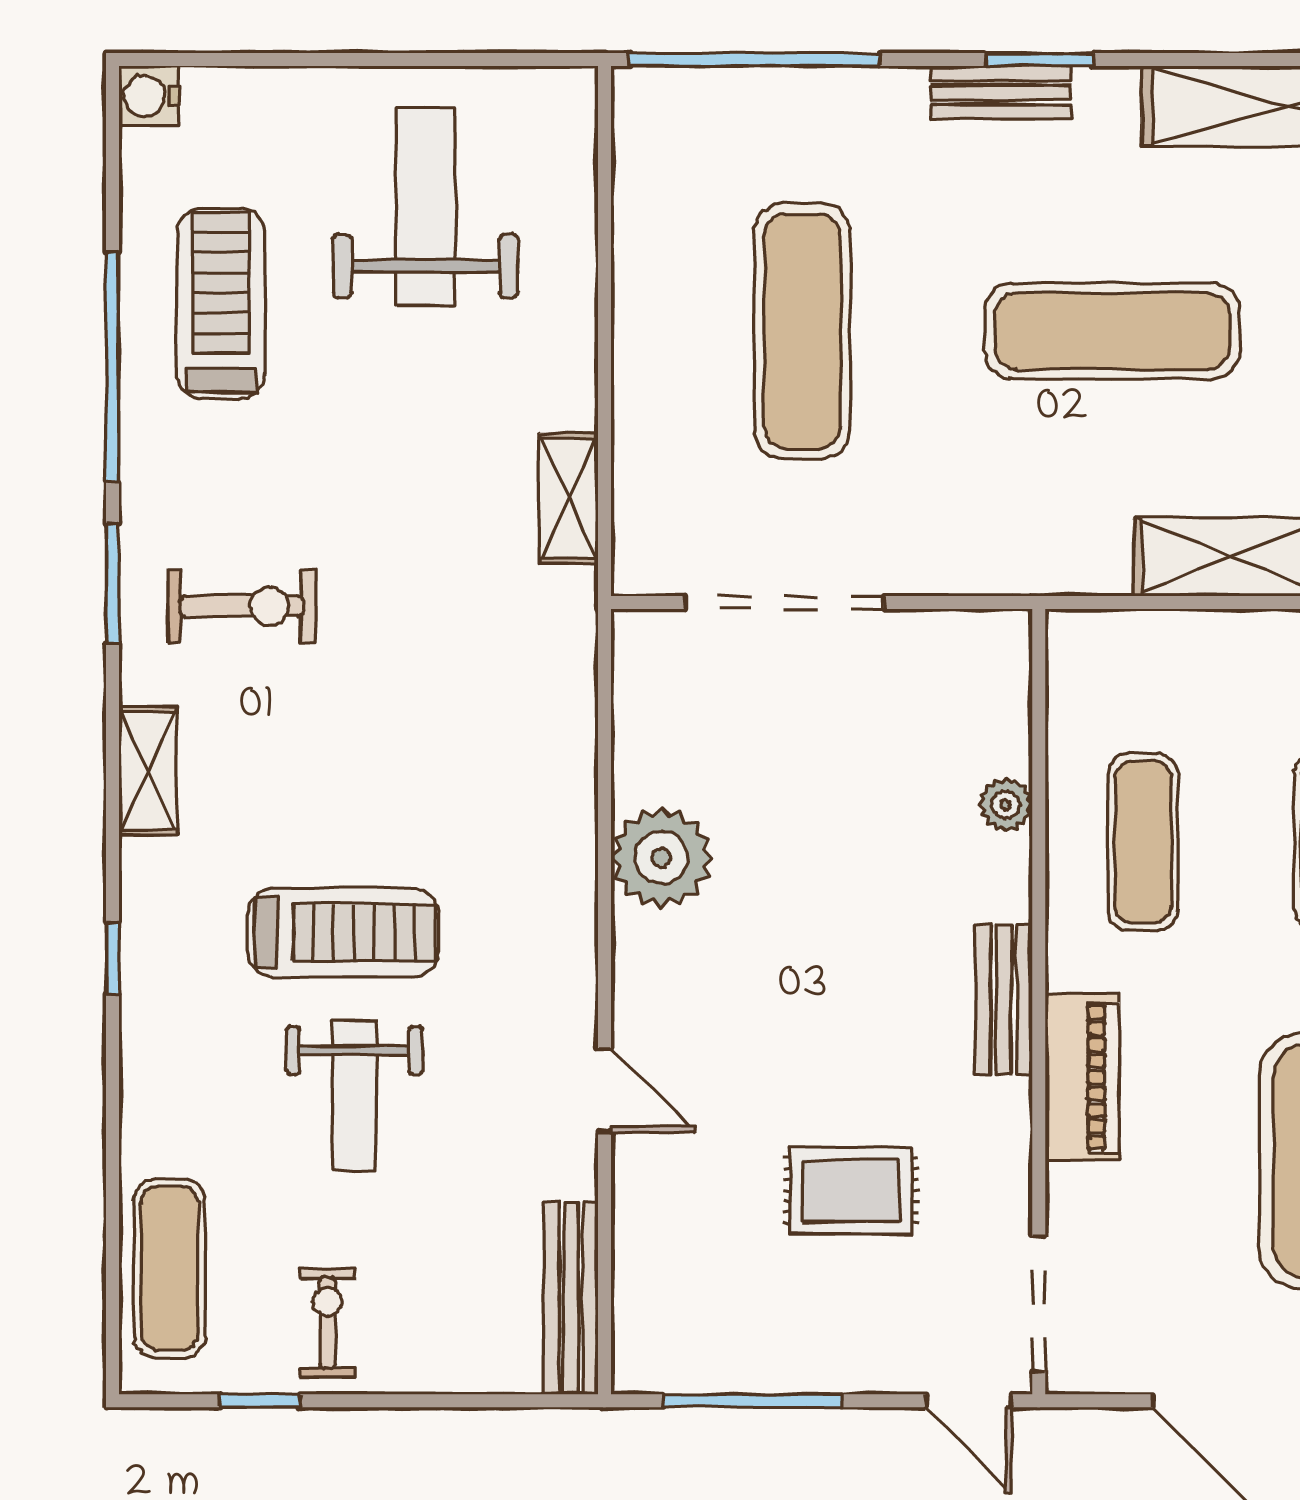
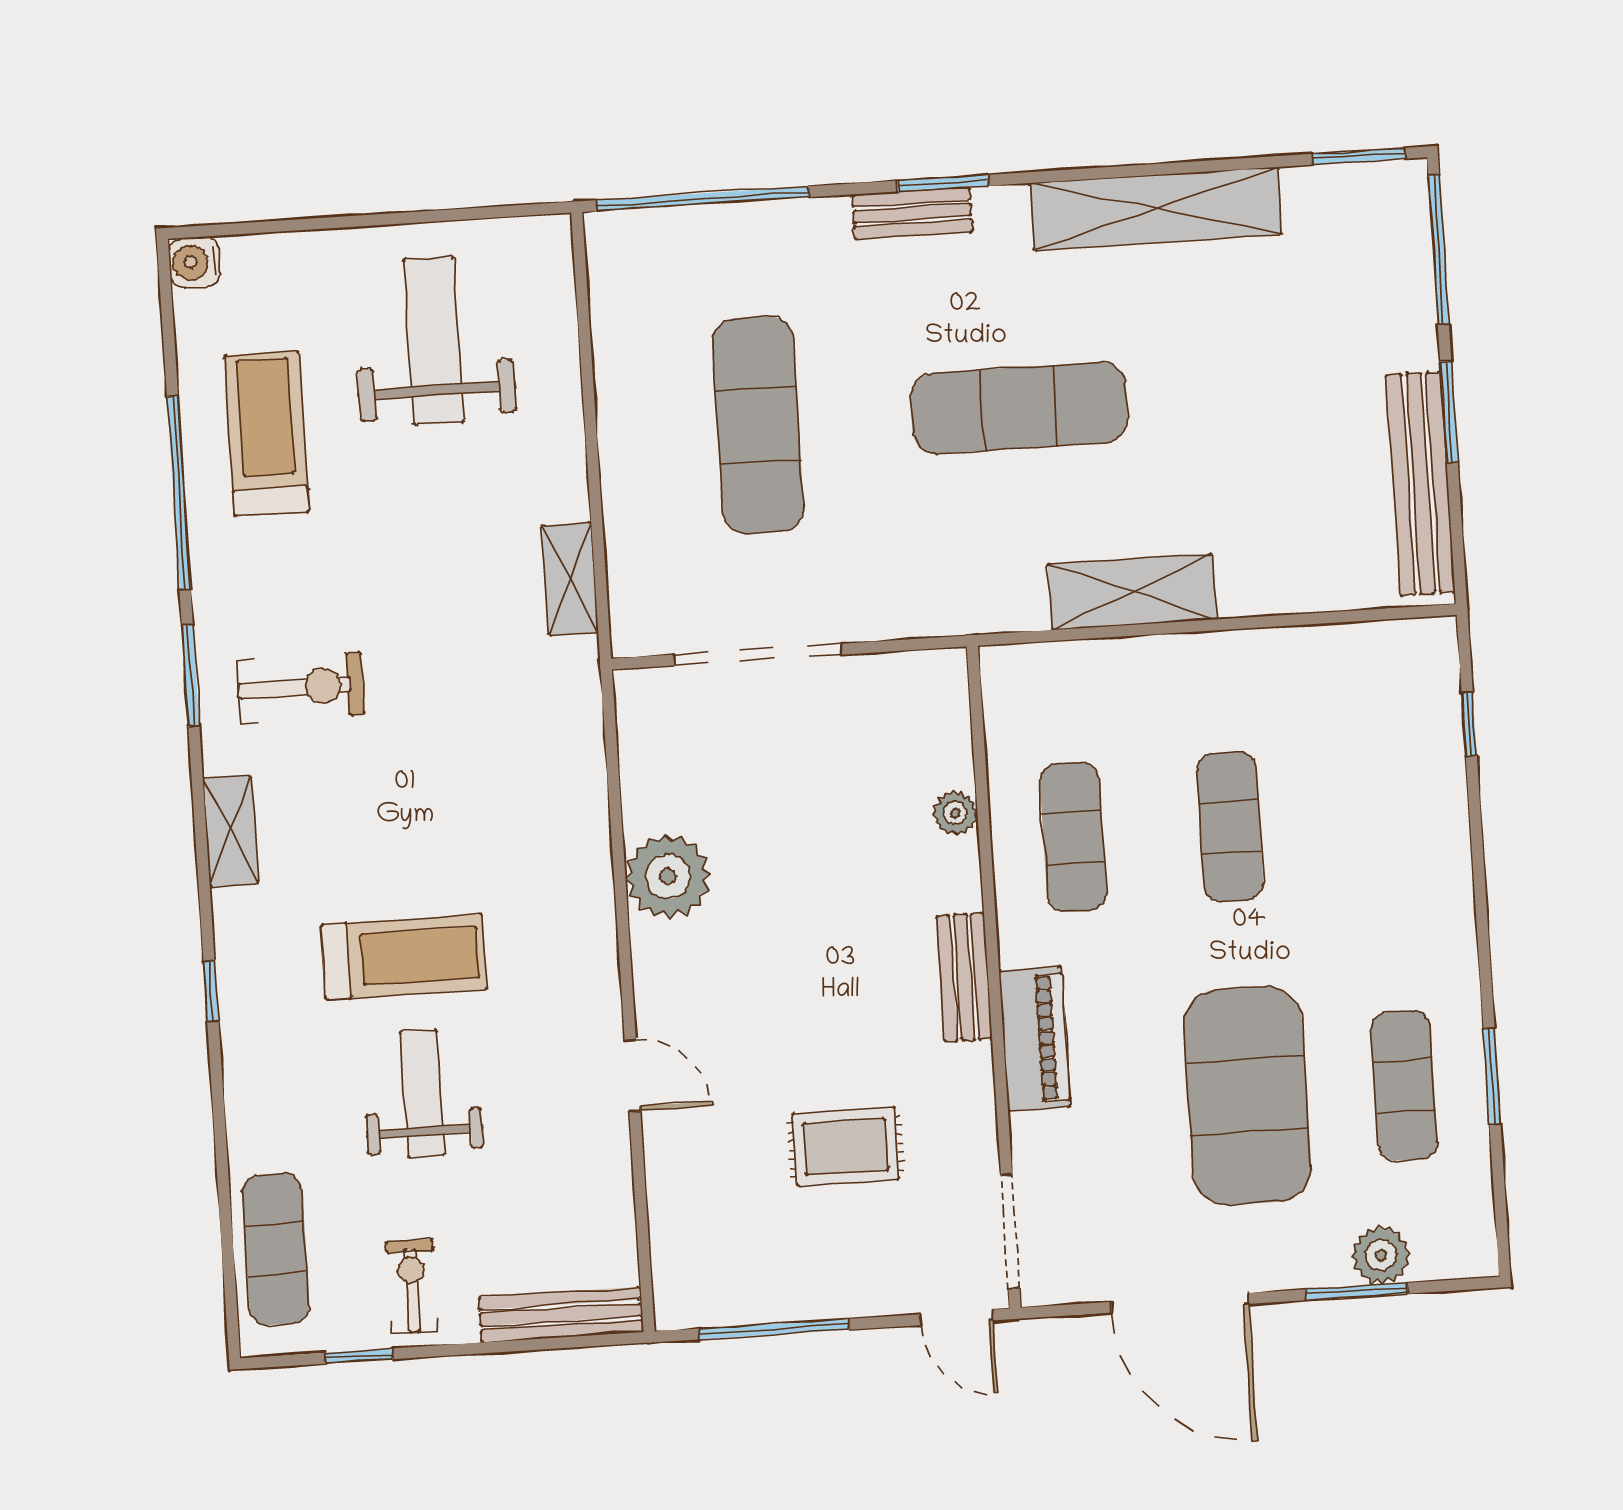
weight bench: (355, 1095) -> (422, 1093), turned 180
bench: (571, 1298) -> (561, 1315), moved, turned 90

